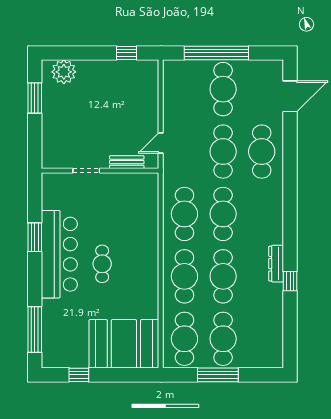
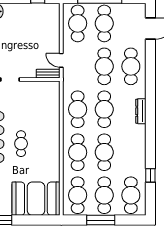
cafe table: (184, 89) -> (78, 23), added
door: (161, 143) -> (61, 60), hinge flipped
bench: (127, 162) -> (48, 74), moved
dresser: (276, 264) -> (141, 111), moved
window: (290, 281) -> (150, 175), moved
cafe table: (262, 339) -> (131, 195), added

